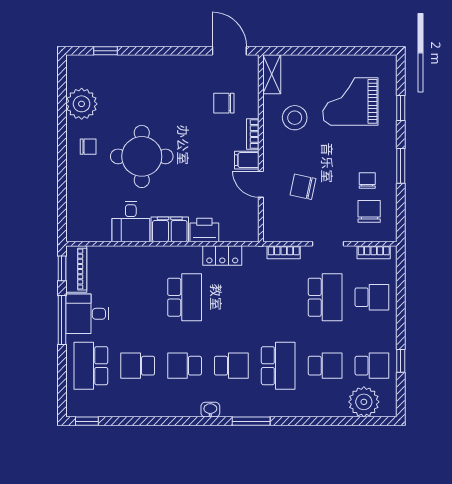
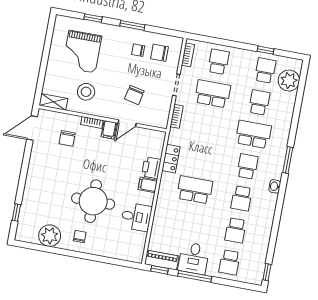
filing cabinet: (170, 229) -> (148, 185), width x0.50
school desk: (91, 366) -> (230, 262), width x0.54

